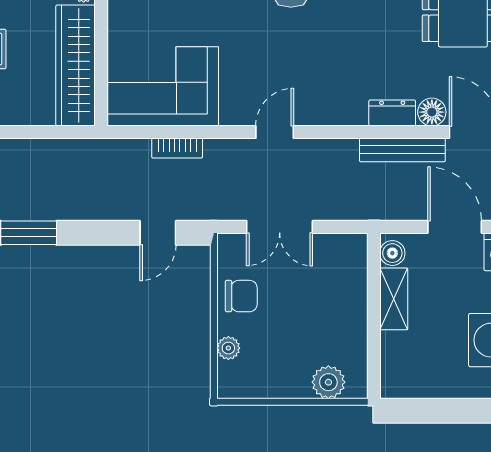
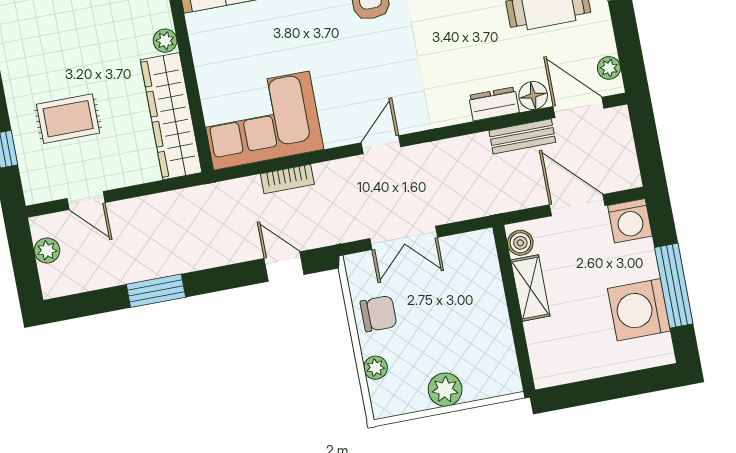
bench: (402, 150) -> (522, 136), width x0.73
door: (158, 233) -> (284, 267), swing flipped
plant: (328, 382) -> (445, 390), moved

